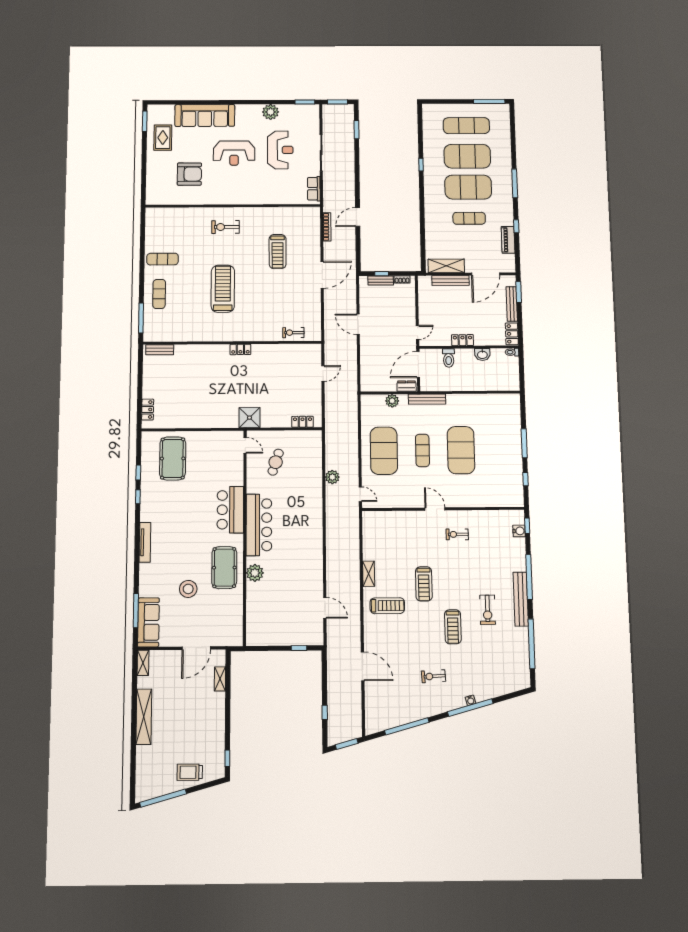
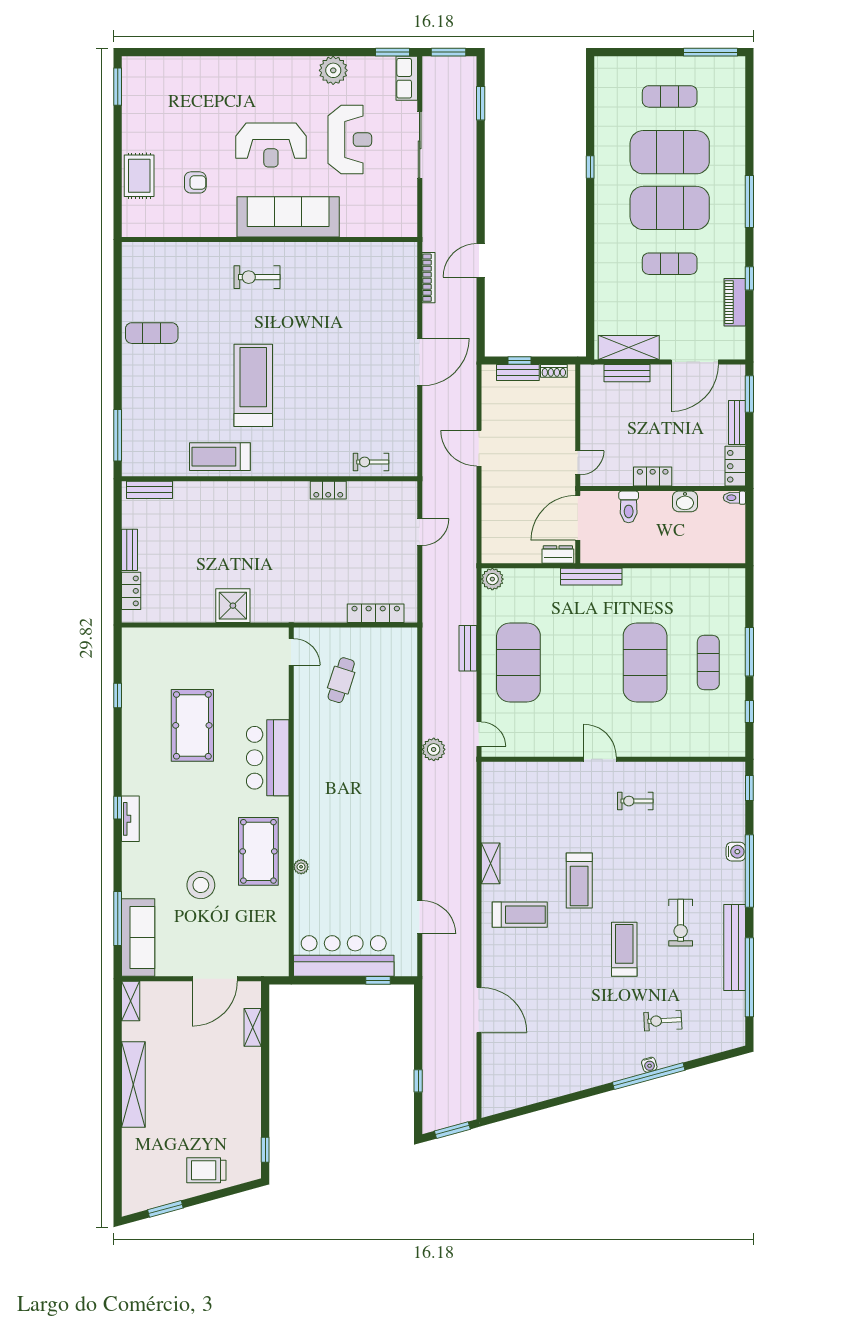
sofa: (205, 115) -> (288, 217), moved, turned 180
exercise mat: (466, 126) -> (670, 96), width x0.73, depth x0.69
rug: (163, 138) -> (139, 176), moved
armchair: (189, 174) -> (195, 182), width x0.53, depth x0.53
row of seats: (314, 189) -> (407, 78), moved
treadmill: (278, 252) -> (220, 457), moved, turned 90
bench: (450, 281) -> (627, 373), width x0.73
exercise mat: (159, 294) -> (147, 394), removed
bench: (512, 304) -> (737, 423), width x0.73
locker: (240, 349) -> (328, 490), moved
bench: (147, 385) -> (130, 550), added
plant: (392, 401) -> (492, 579), moved
shower: (249, 418) -> (233, 606), moved
locker: (302, 422) -> (376, 613), width x1.53
bench: (353, 442) -> (468, 648), added
exercise mat: (422, 450) -> (708, 663), moved
pool table: (173, 458) -> (192, 725), moved
plant: (332, 477) -> (434, 749), moved
window: (138, 497) -> (118, 808), moved
bar counter: (259, 525) -> (344, 956), moved, turned -90
water cooler: (519, 531) -> (736, 852), moved
tv unit: (145, 542) -> (130, 819), width x0.71
plant: (255, 573) -> (301, 867), width x0.53, depth x0.53
bench: (521, 599) -> (735, 947), moved
treadmill: (453, 627) -> (624, 949), turned 180
exercise bike: (434, 676) -> (663, 1021), moved
window: (407, 726) -> (547, 1104), removed
window: (163, 798) -> (165, 1209), width x0.47

